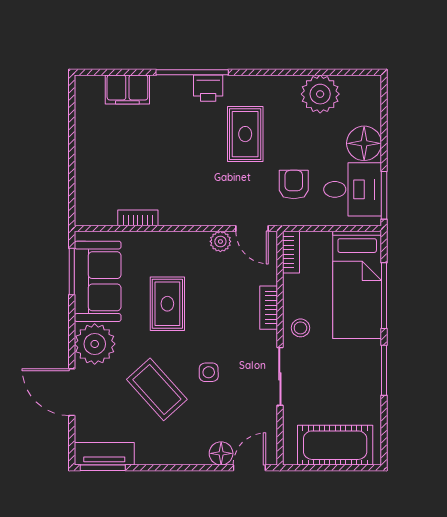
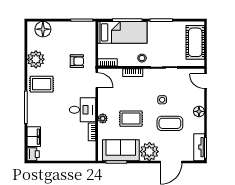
printer: (208, 88) -> (33, 154), moved
plant: (320, 94) -> (36, 59), moved
rug: (245, 134) -> (42, 84), moved
floor lamp: (364, 143) -> (43, 29), moved
armchair: (294, 185) -> (77, 61), turned 180
desk: (353, 189) -> (83, 110), moved, turned 90
door: (252, 228) -> (97, 80), hinge flipped
plant: (220, 241) -> (103, 118), moved
coffee table: (157, 389) -> (170, 123), turned 42
floor lamp: (221, 453) -> (199, 111), moved

